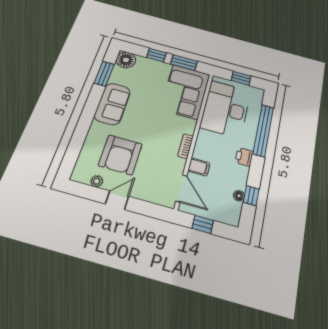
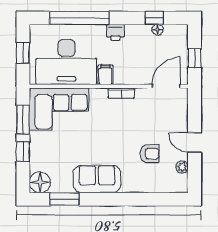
armchair: (120, 155) -> (149, 154), width x0.53, depth x0.53
filing cabinet: (199, 167) -> (105, 75), moved

